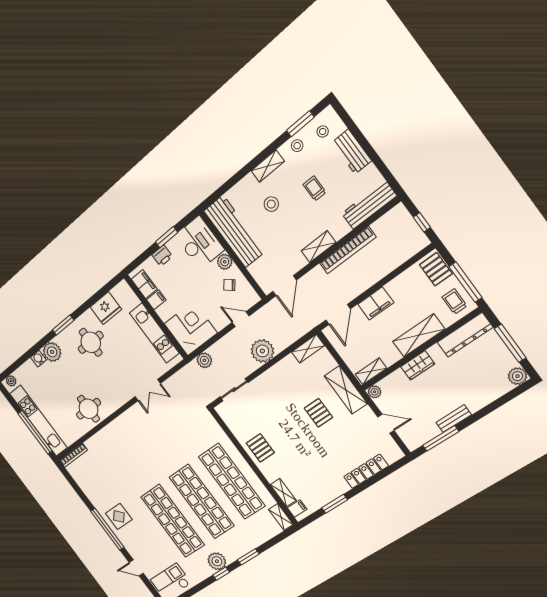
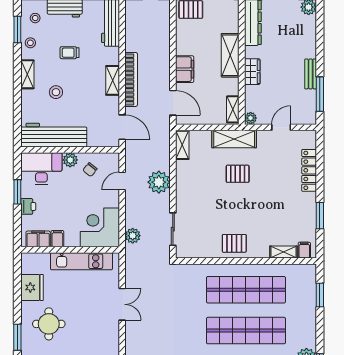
bookcase: (348, 250) -> (131, 79), moved
trolley: (455, 302) -> (223, 13), removed
shelving: (281, 517) -> (303, 270), removed
window: (248, 557) -> (320, 295), moved

